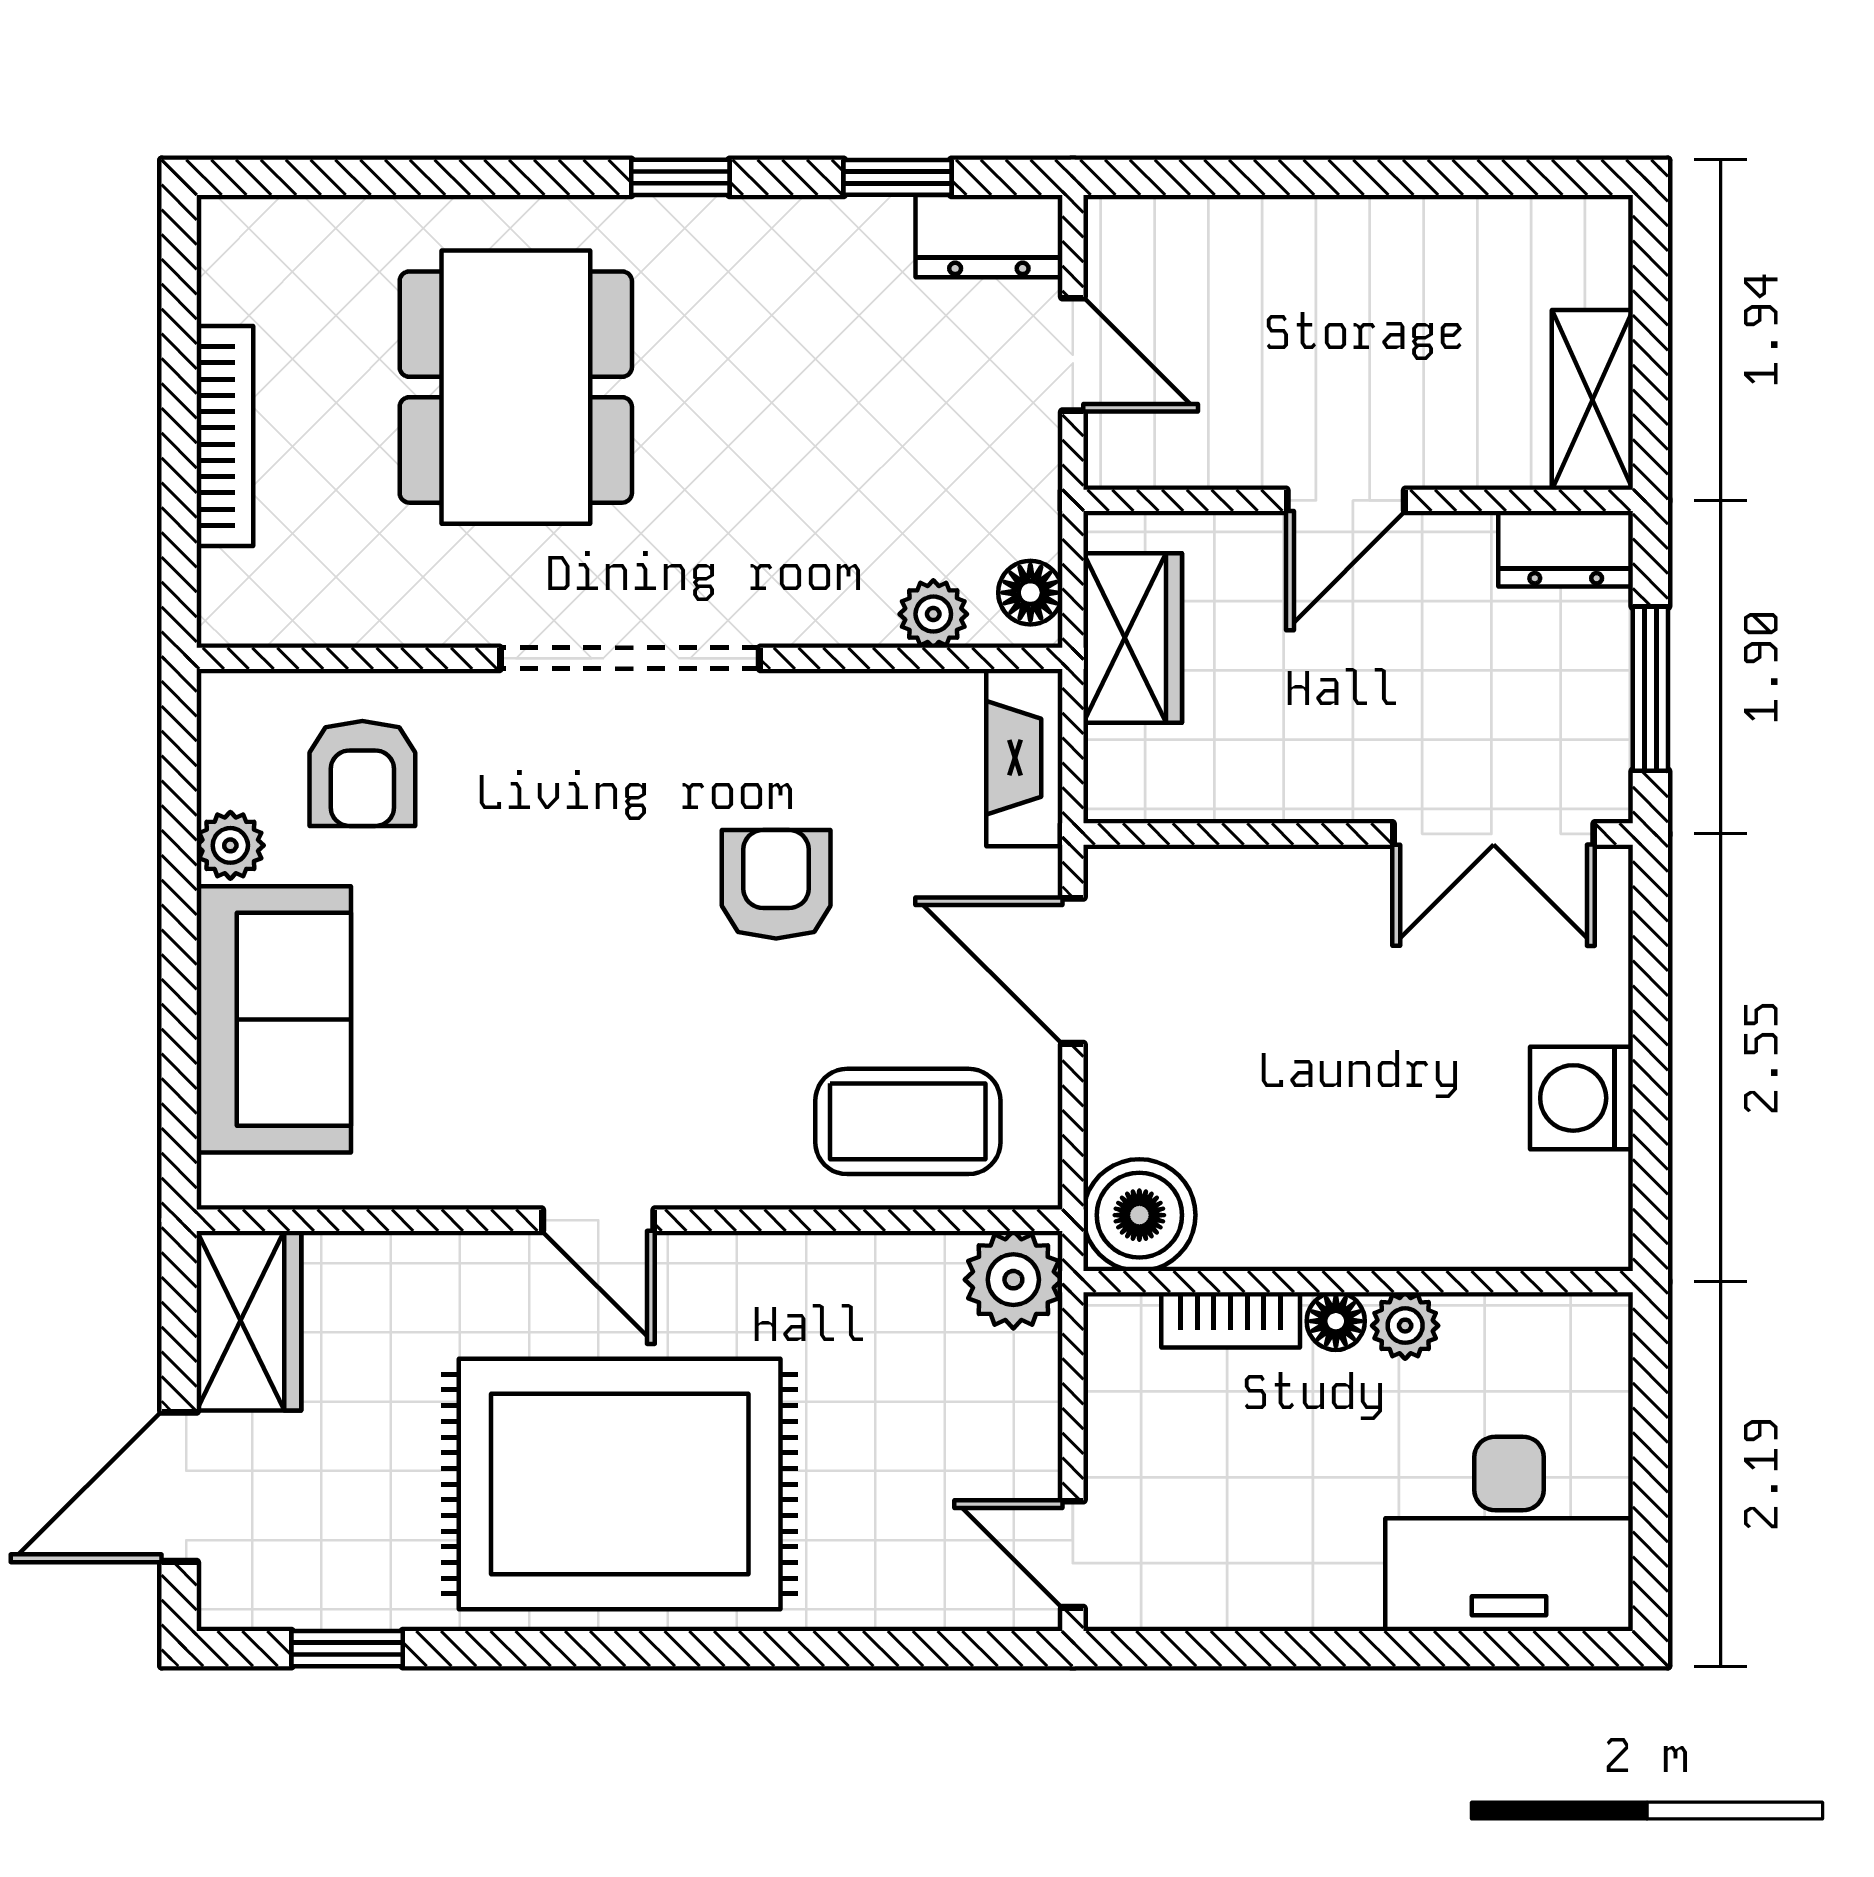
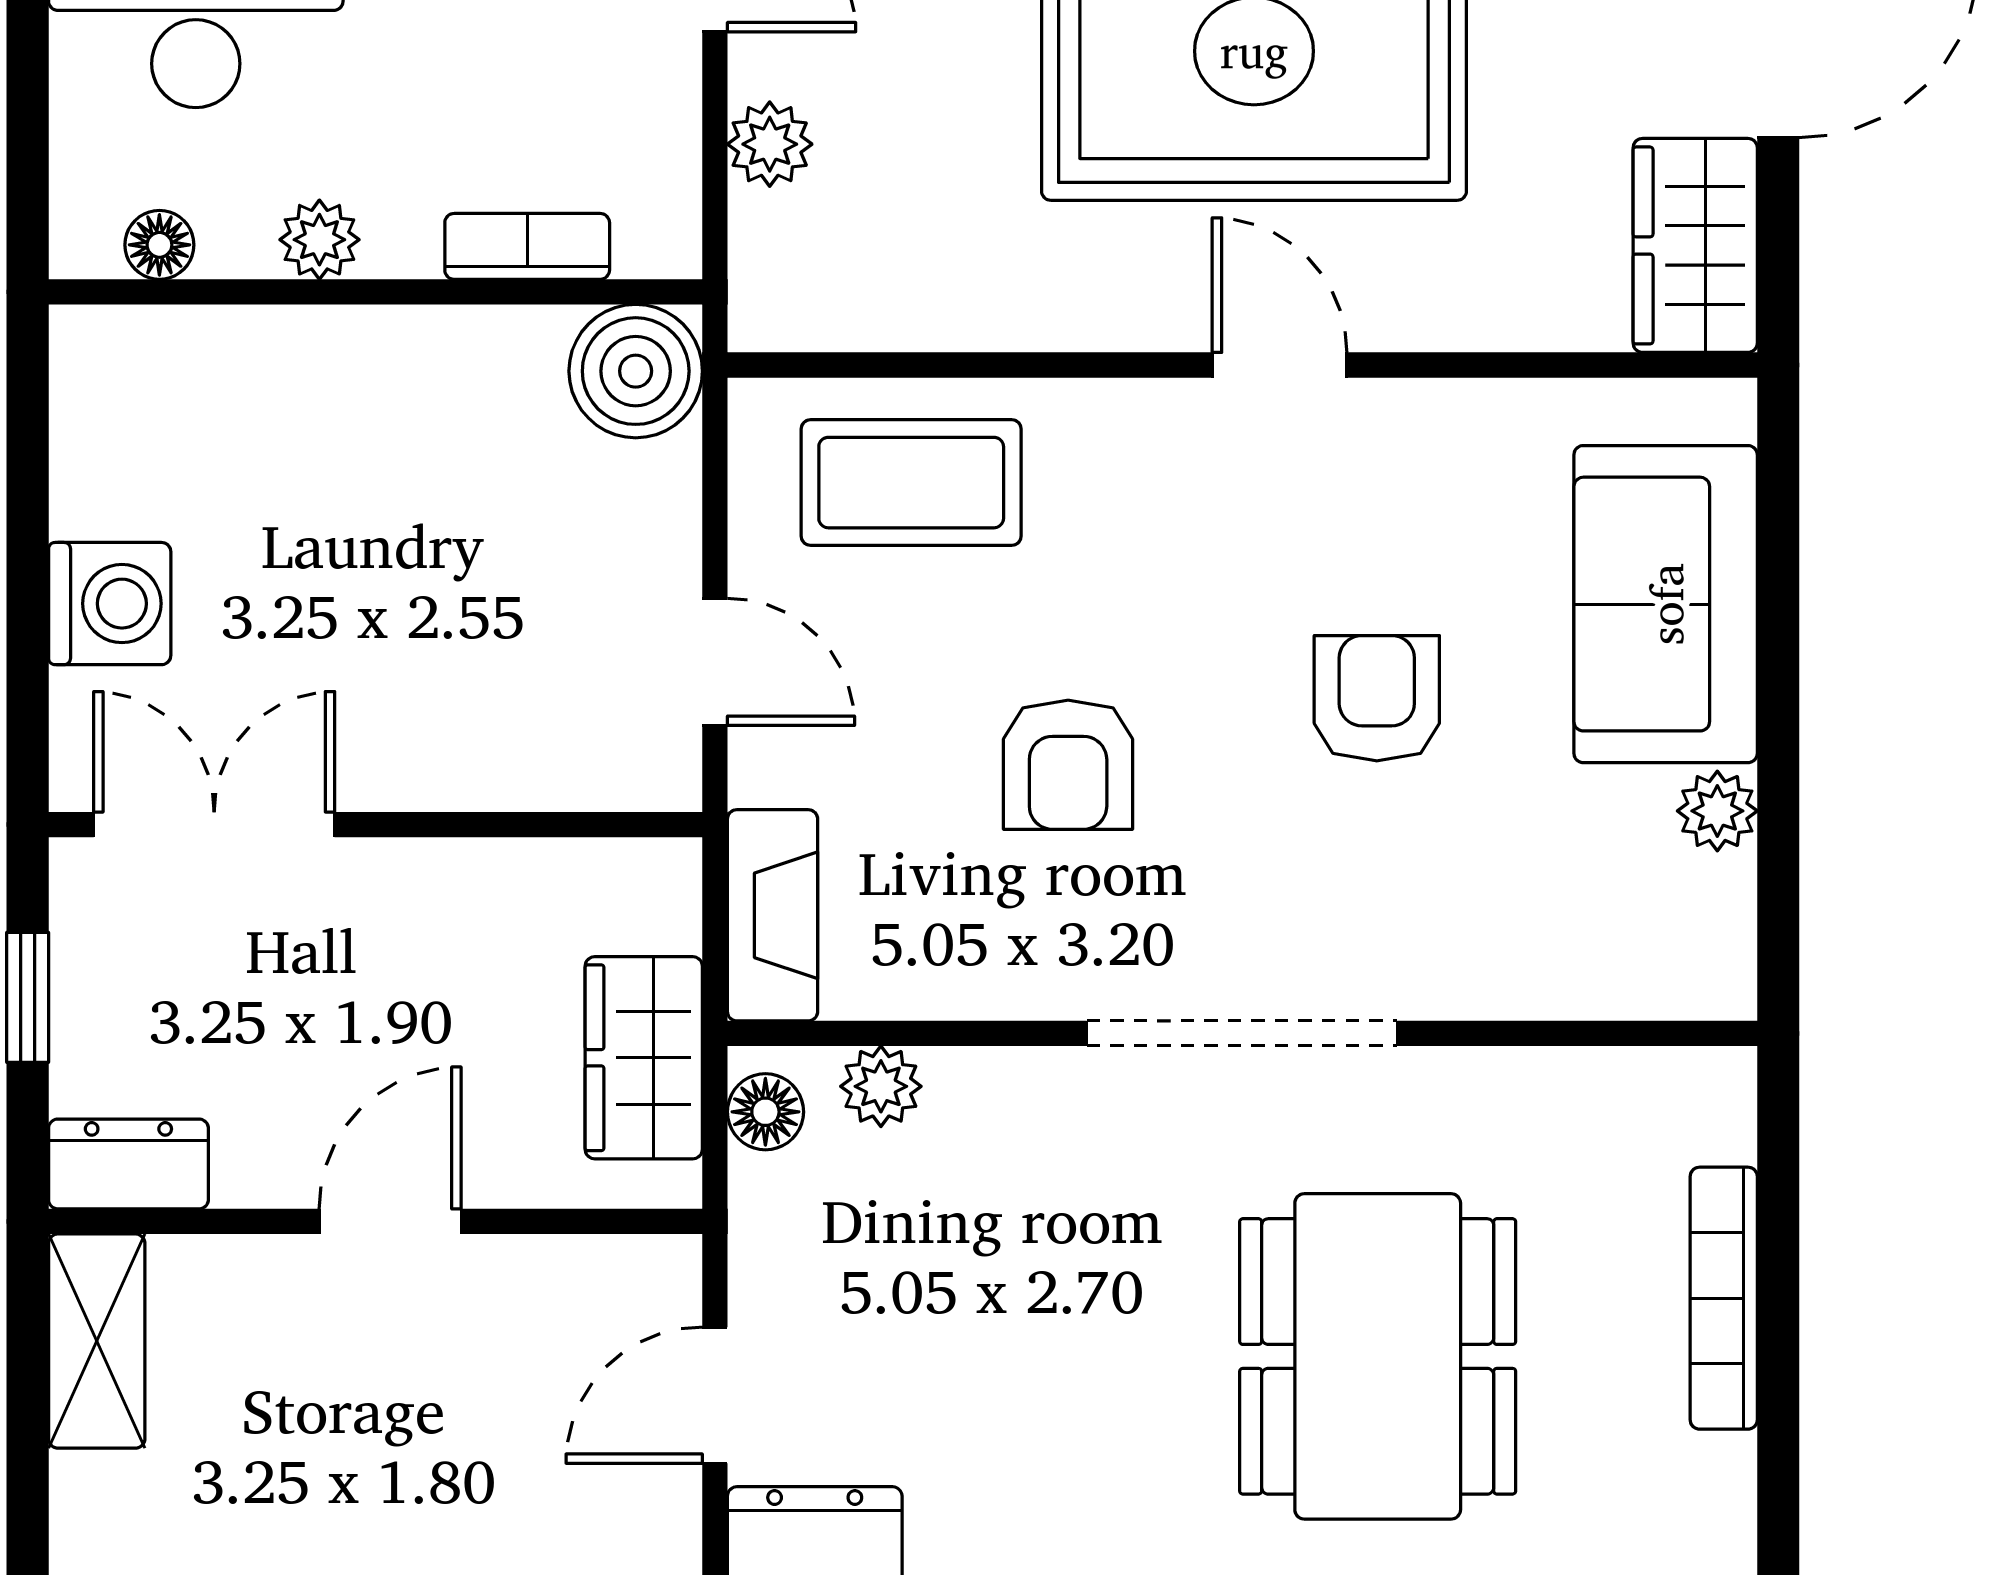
door: (1073, 354) -> (715, 1395), hinge flipped
window: (1650, 689) -> (28, 997), width x0.67
armchair: (362, 773) -> (1377, 698), moved
door: (1073, 971) -> (715, 662), width x0.73
washing machine: (1581, 1098) -> (110, 604), moved
plant: (1013, 1280) -> (770, 144), moved, width x0.73, depth x0.73
floor lamp: (1336, 1321) -> (159, 245), moved

